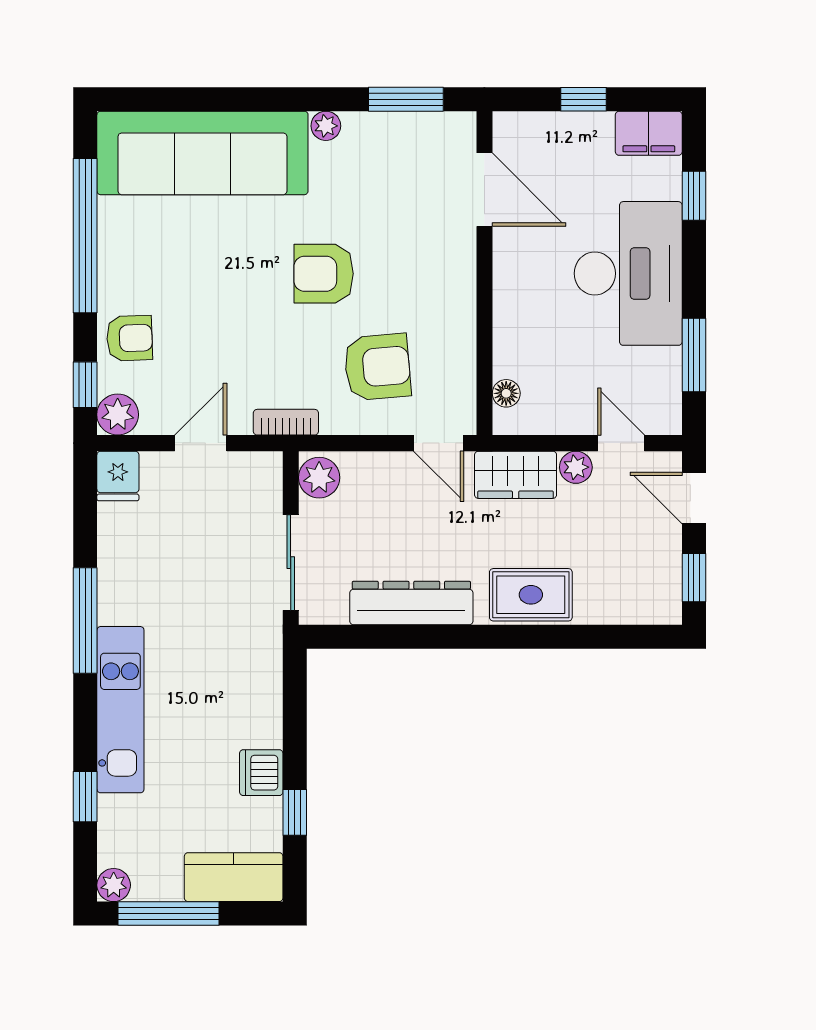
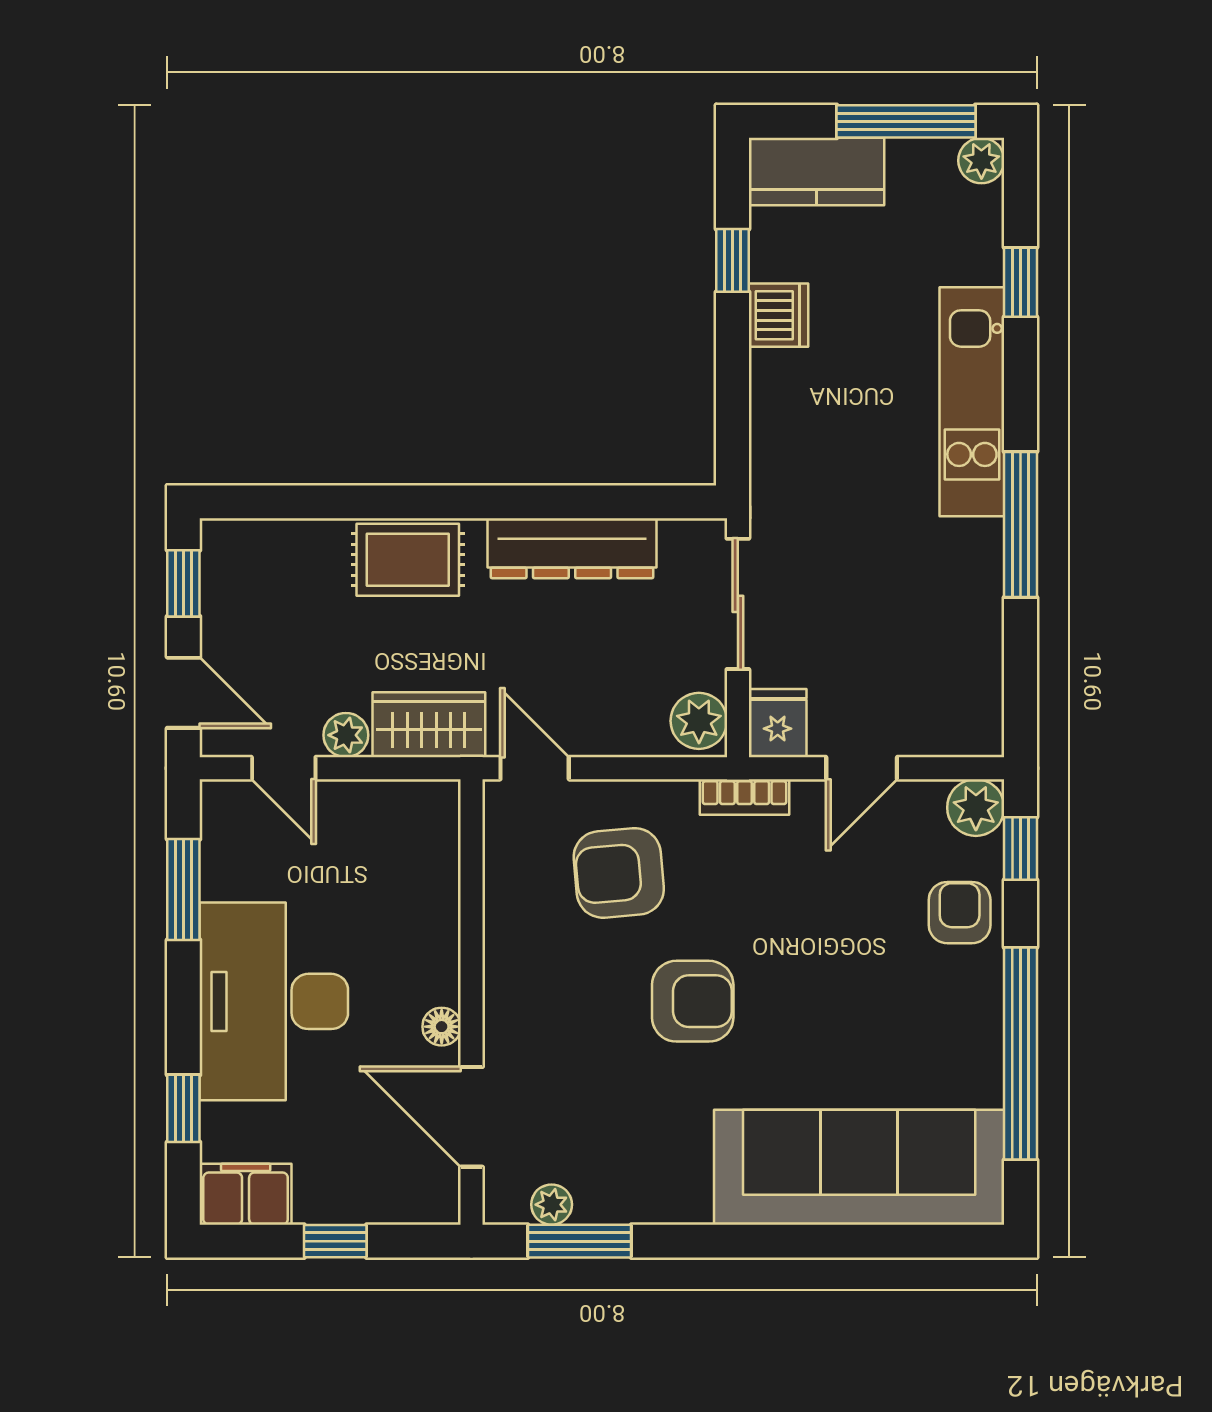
plant: (326, 126) -> (552, 1205), moved
armchair: (129, 338) -> (960, 913), turned 92
floor lamp: (506, 393) -> (442, 1027), moved
fridge: (118, 476) -> (778, 723), moved

